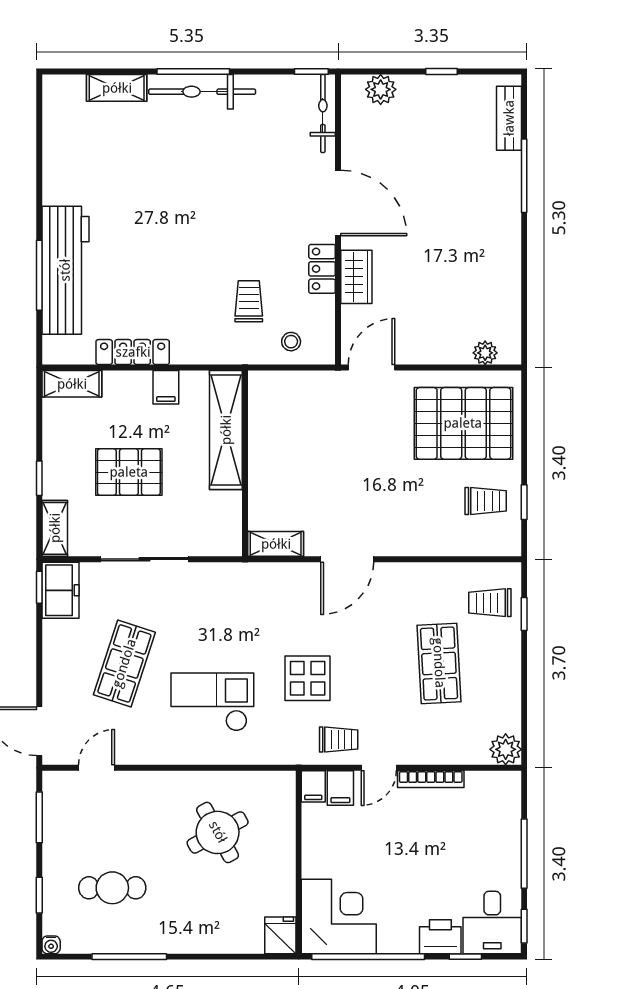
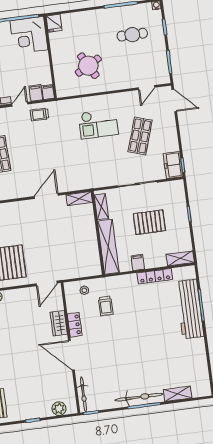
shelving: (55, 528) -> (101, 207), moved
display table: (308, 678) -> (57, 140), removed

